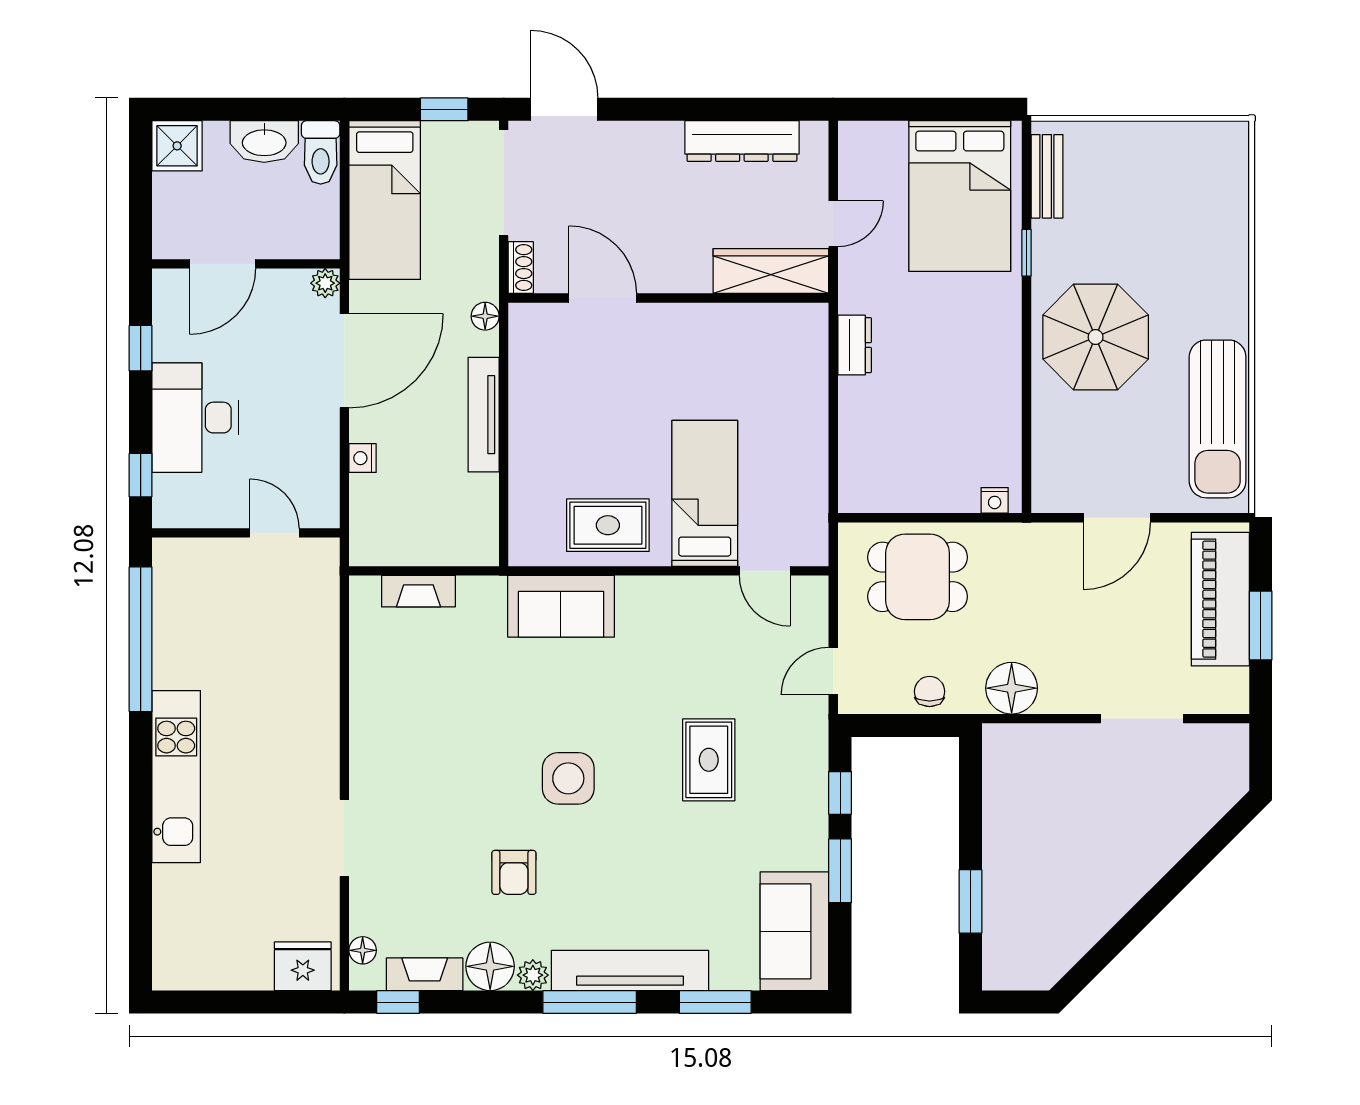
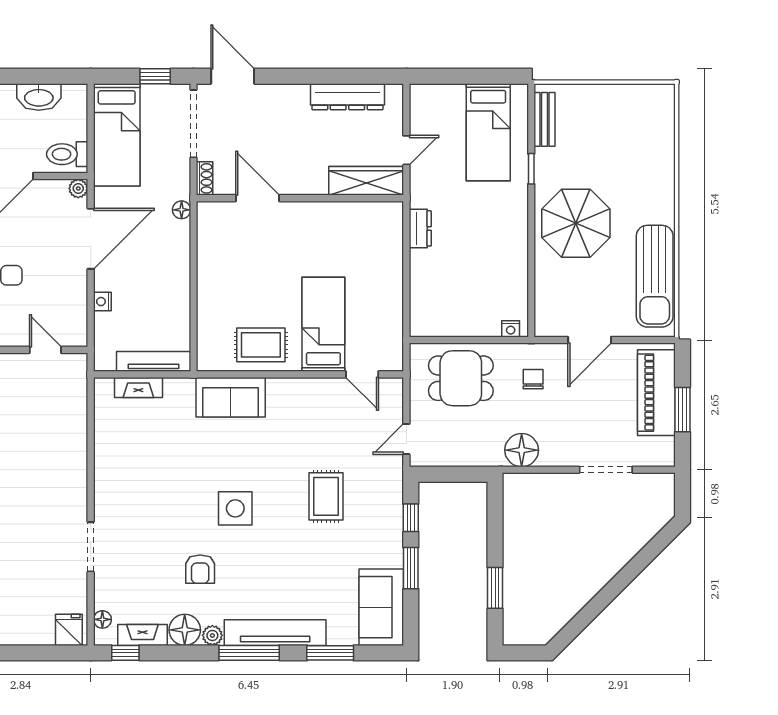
toilet: (321, 152) -> (67, 154), moved, turned 90
bed: (960, 196) -> (488, 132), width x0.67
tv unit: (484, 415) -> (154, 361), moved, turned 90
chair: (930, 691) -> (533, 379), moved
fridge: (303, 966) -> (69, 630), width x0.72

